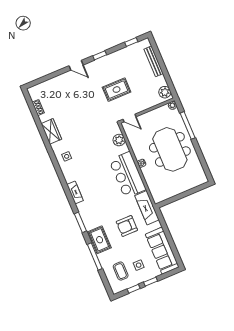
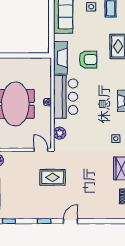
door: (76, 65) -> (71, 221), hinge flipped
rug: (117, 90) -> (53, 177), moved
armchair: (127, 226) -> (88, 60), moved

